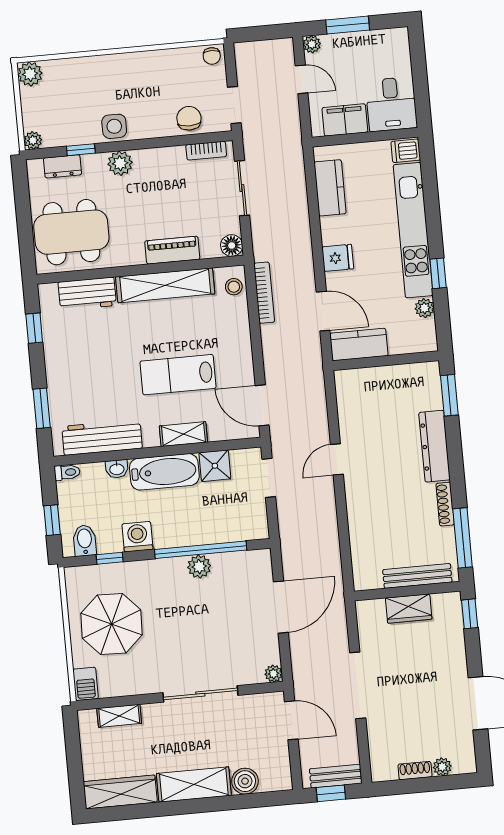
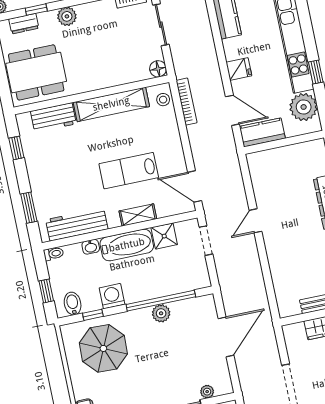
piano: (172, 250) -> (114, 77), removed
plant: (424, 308) -> (304, 107), width x1.87, depth x1.87
parasol: (112, 624) -> (103, 348), moved
plant: (273, 674) -> (207, 392), moved

